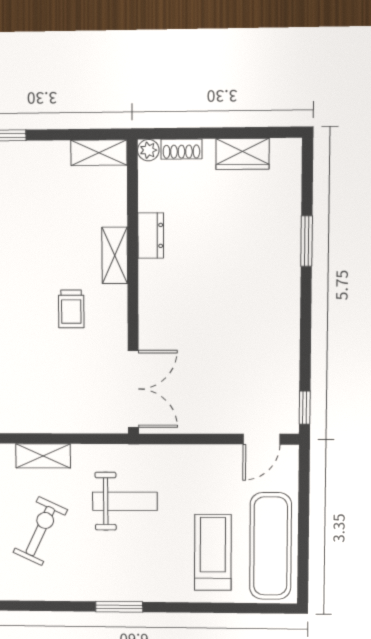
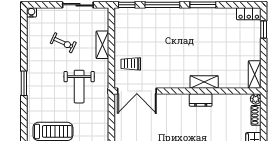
dresser: (151, 236) -> (201, 100), moved
trolley: (71, 309) -> (131, 64), moved
exercise bike: (40, 531) -> (63, 43), width x0.73, depth x0.72

